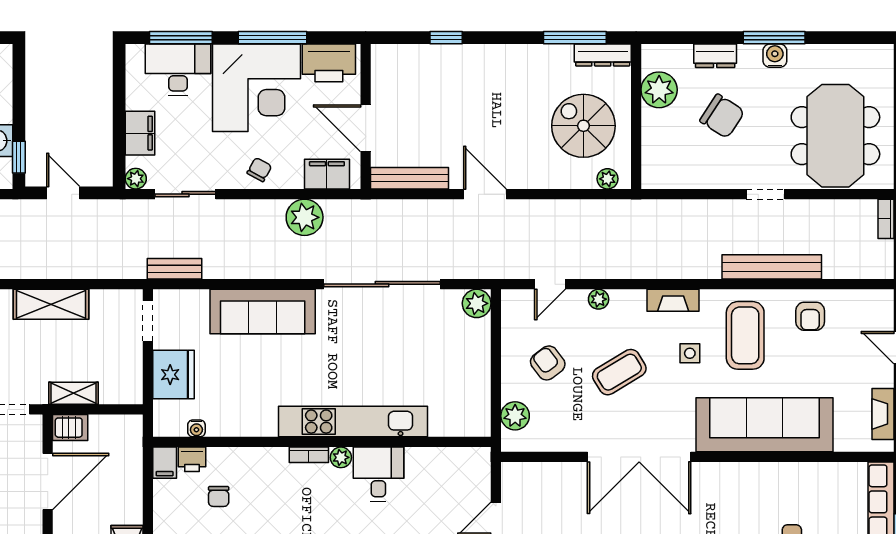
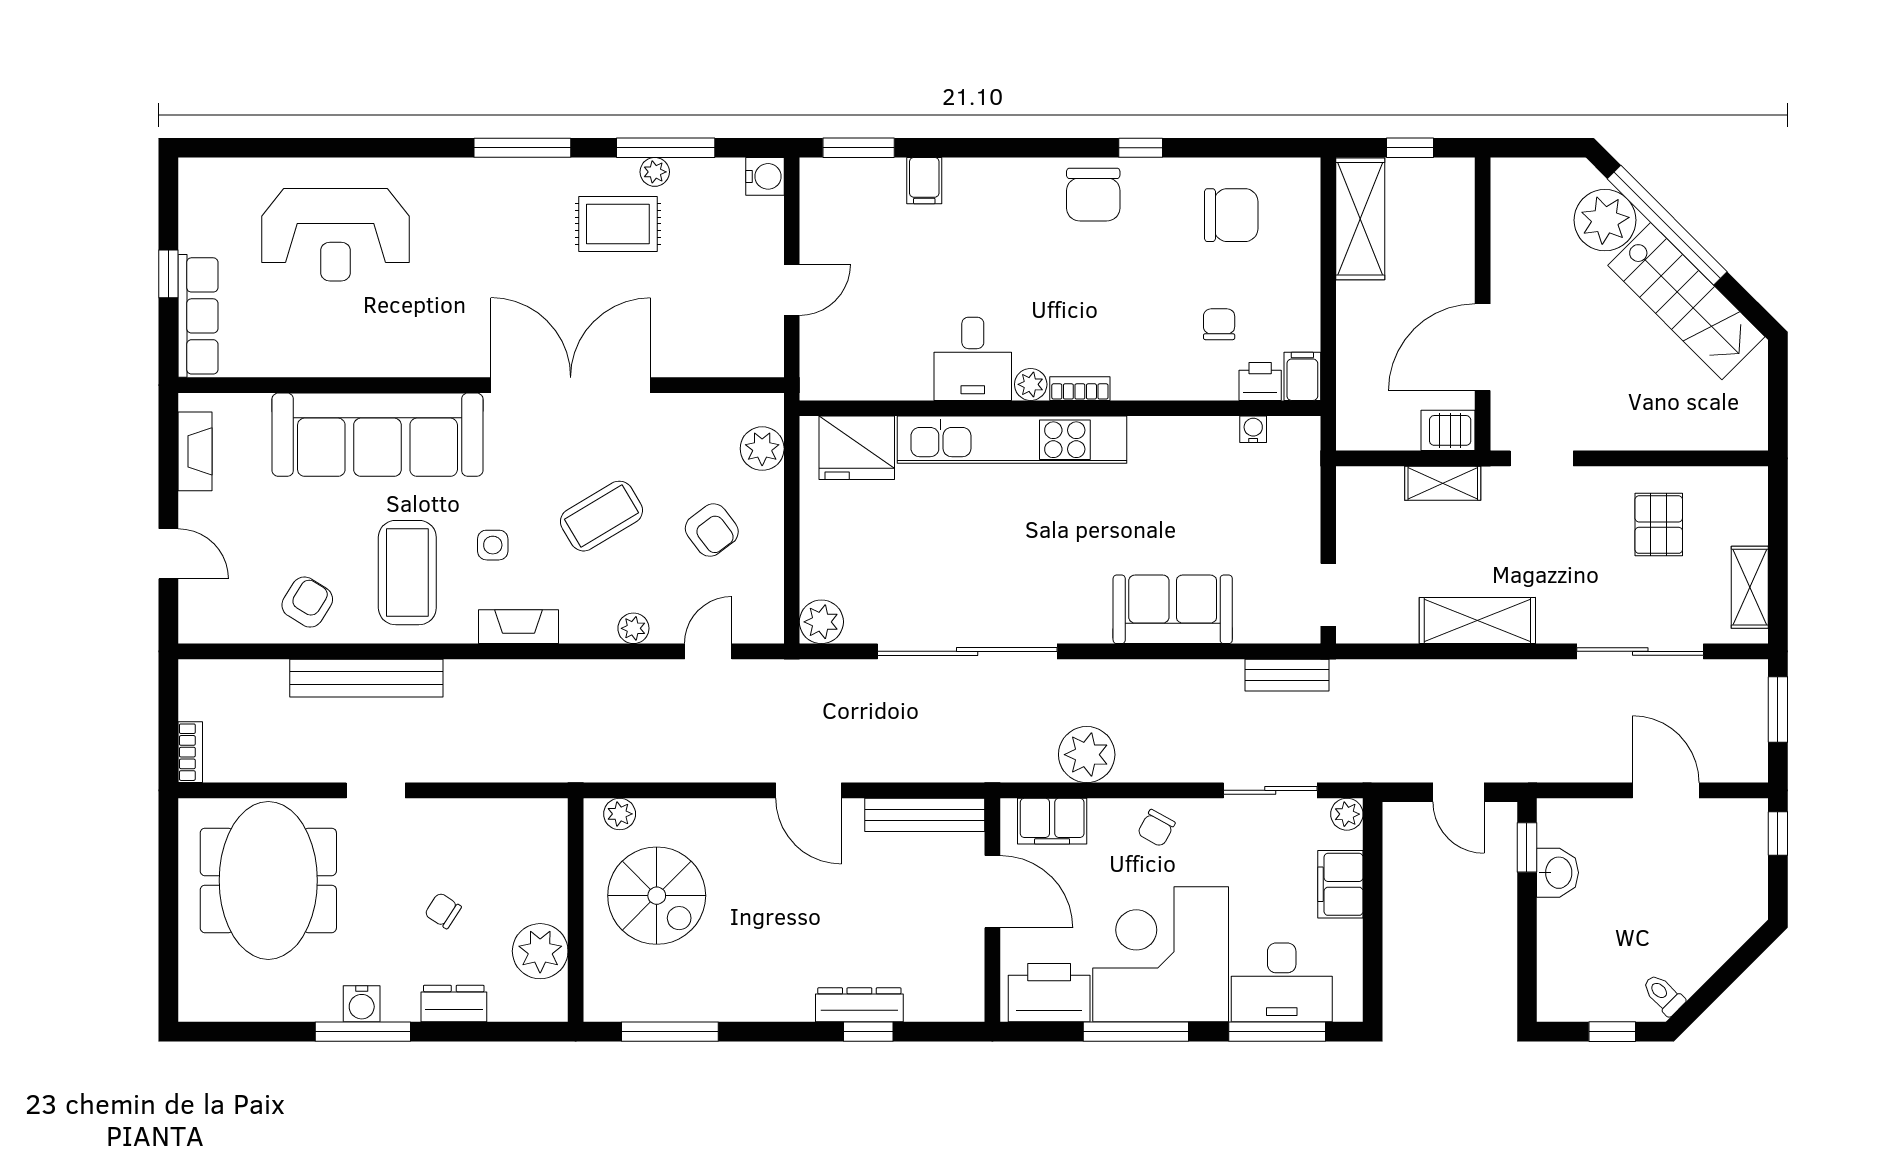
dresser: (603, 55) -> (859, 1005), moved
chair: (722, 116) -> (443, 911), width x0.54, depth x0.54
sofa: (263, 312) -> (1173, 609), width x0.73
armchair: (810, 316) -> (307, 602), turned 32
fridge: (173, 375) -> (857, 448), moved, turned -90

